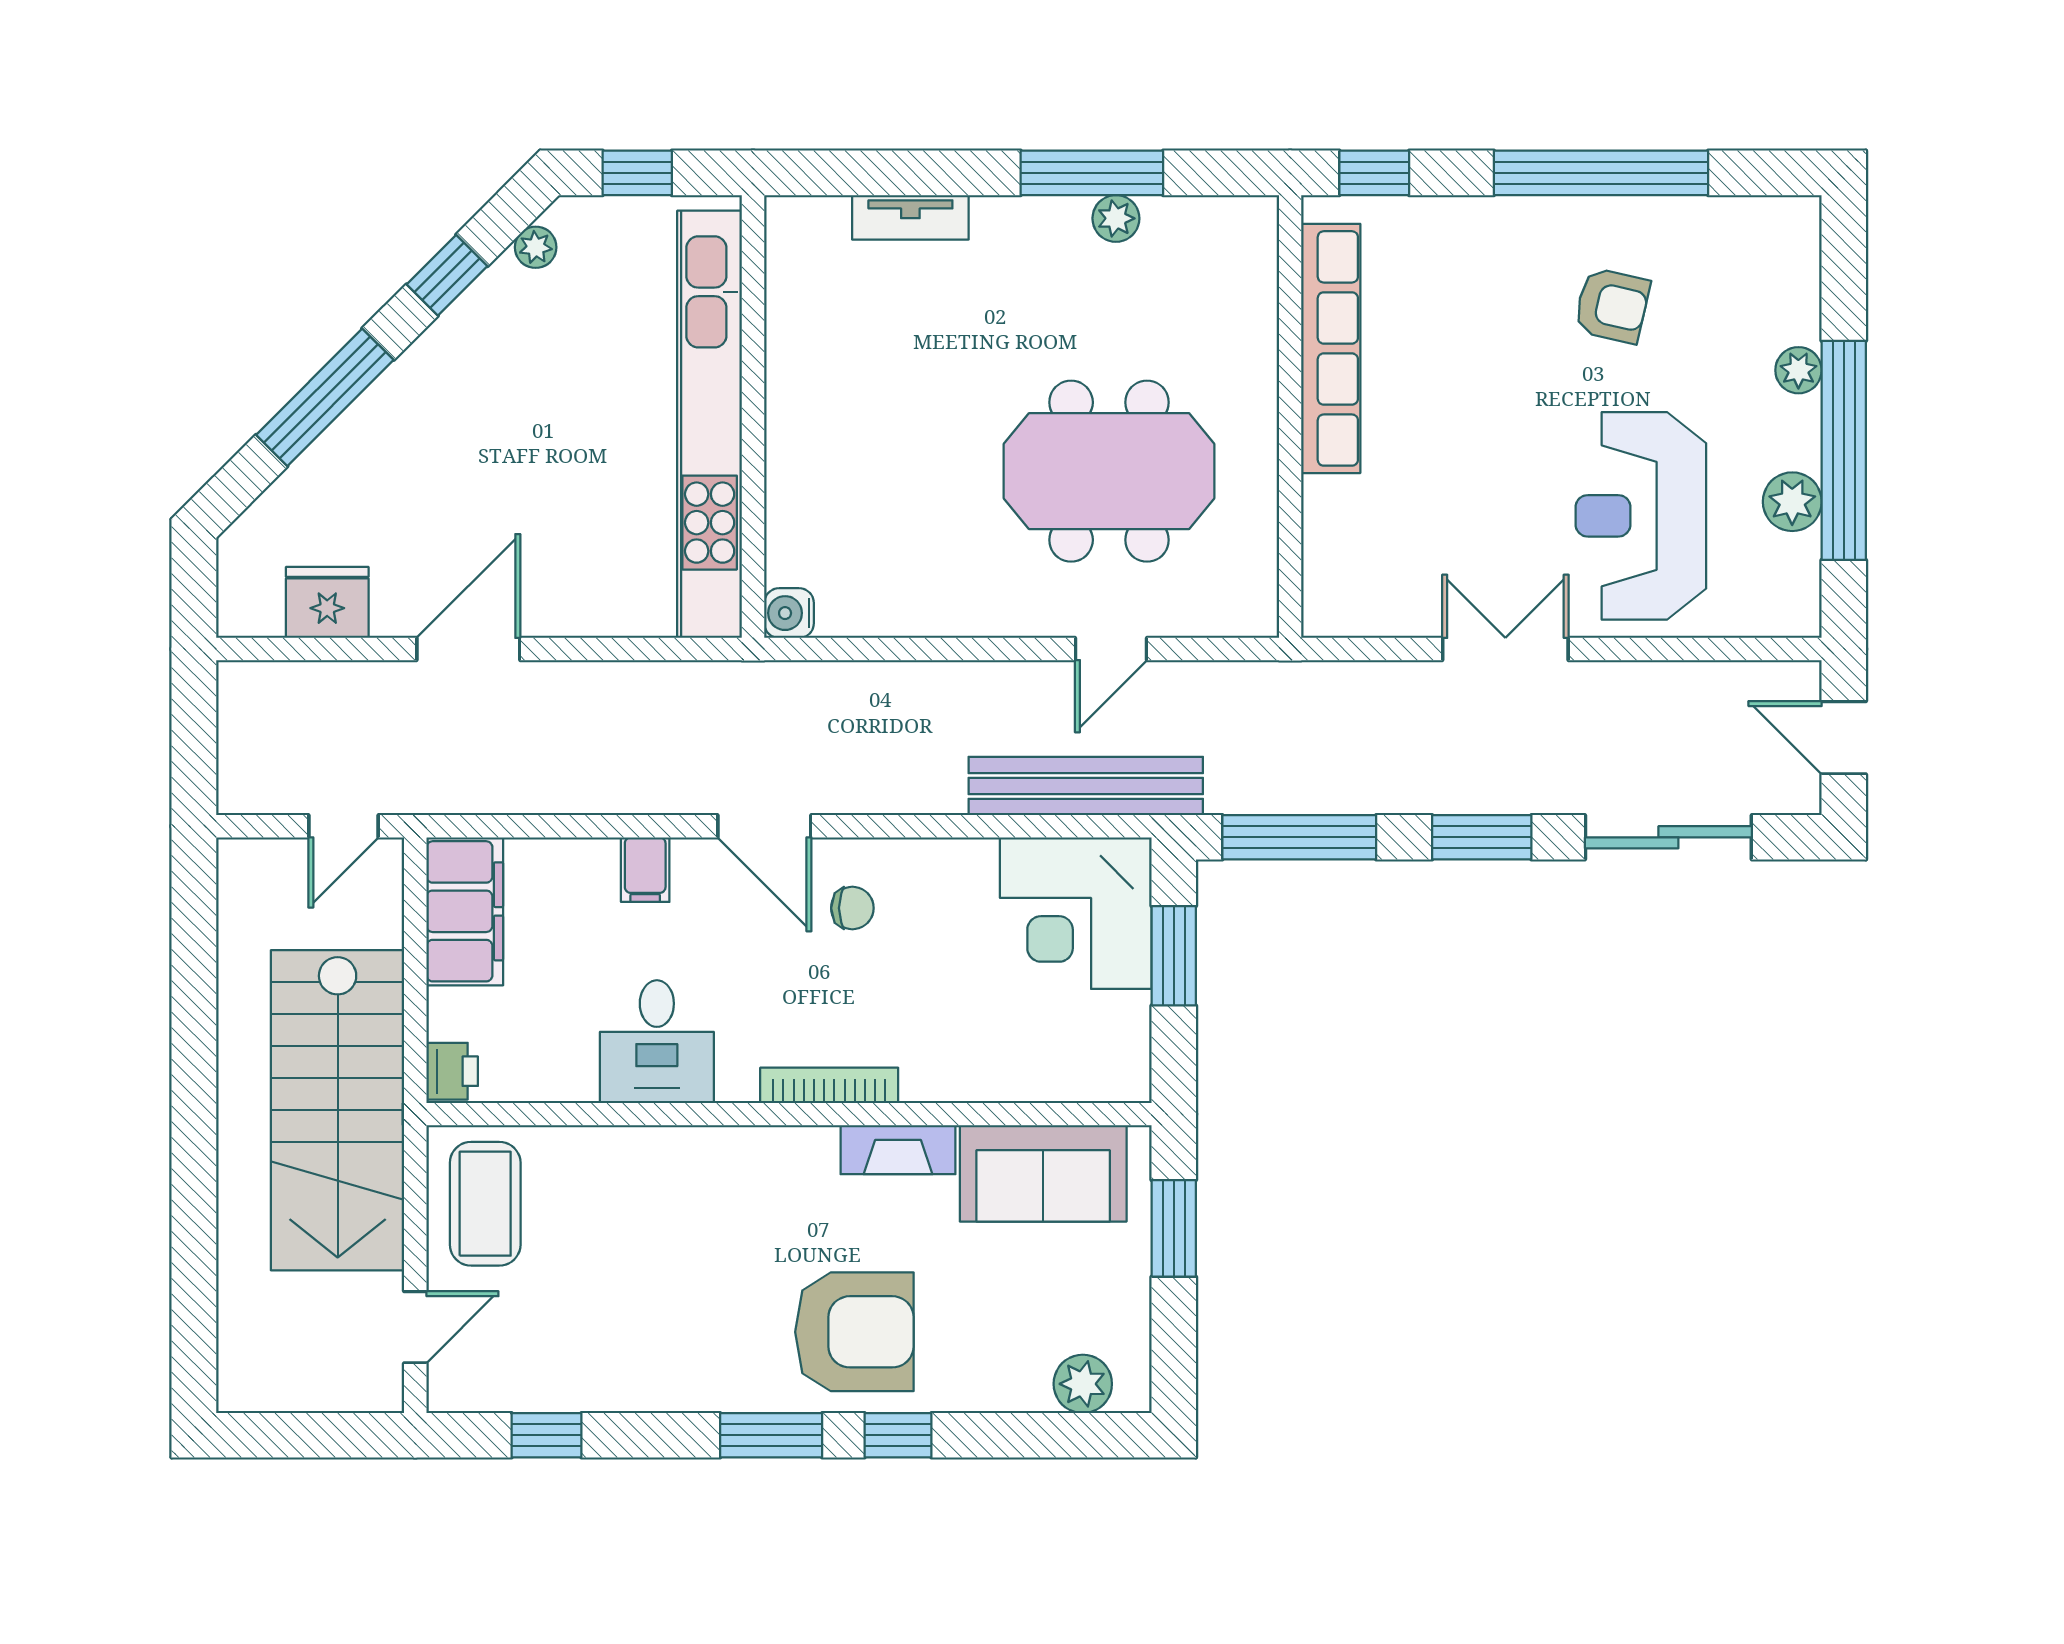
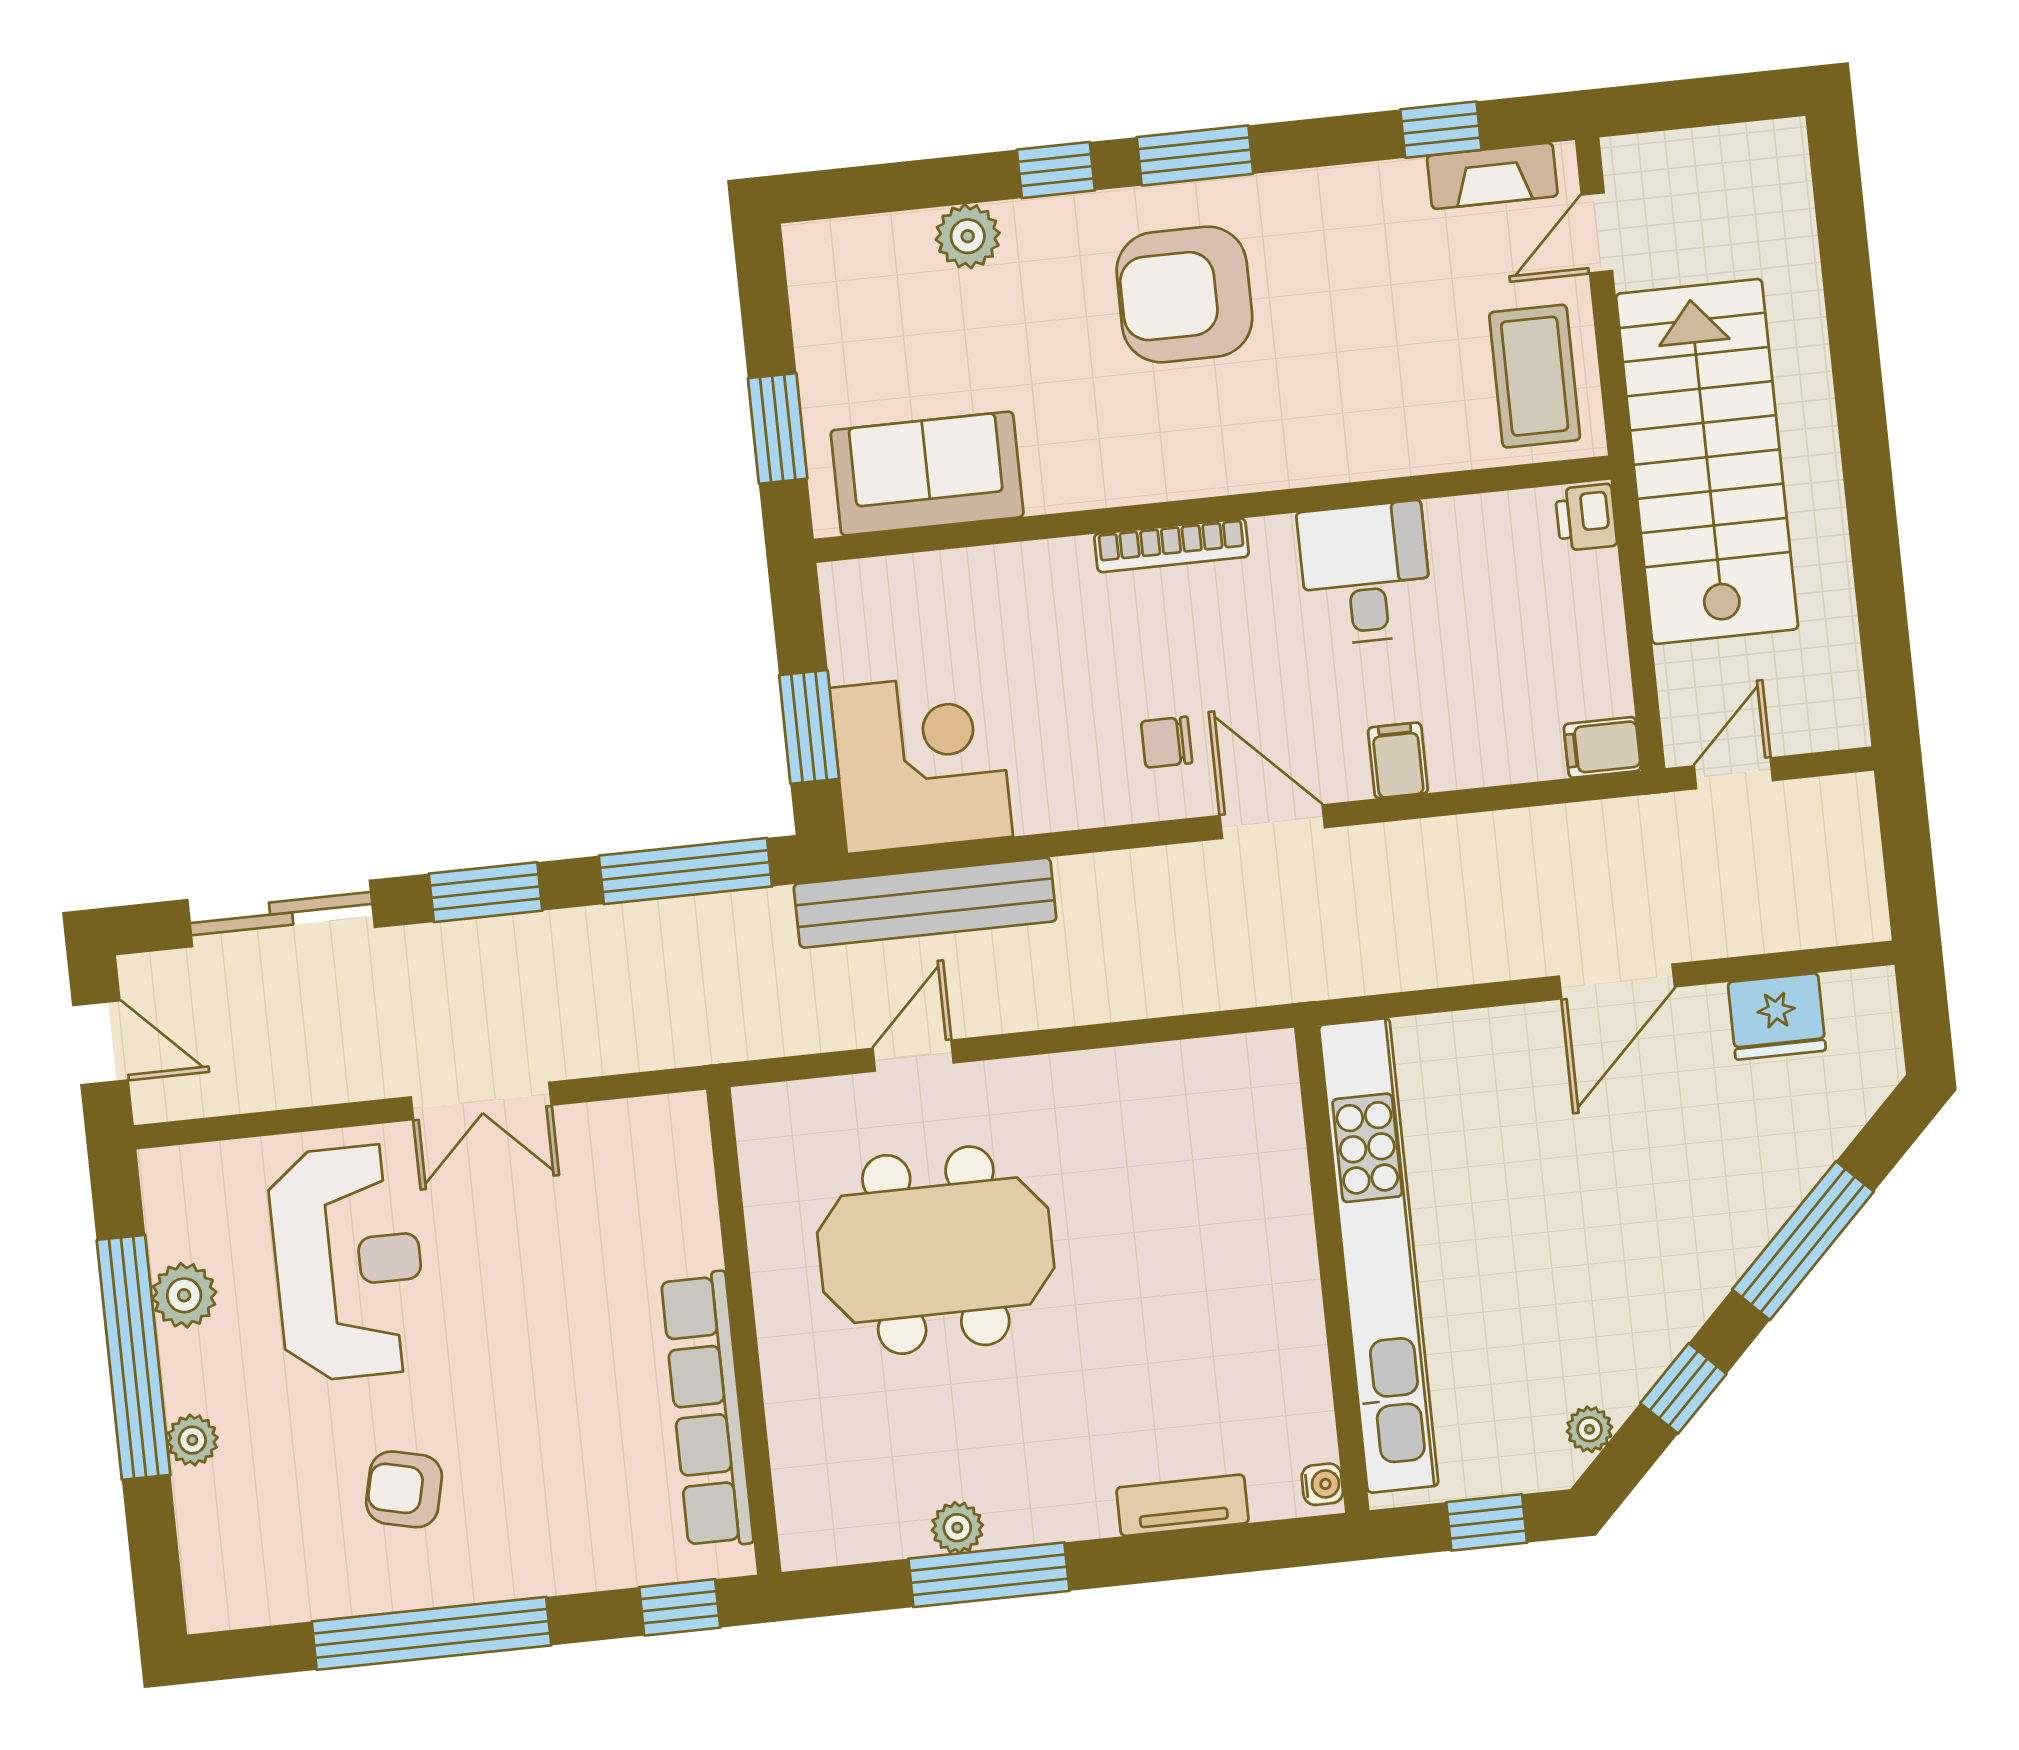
water cooler: (789, 613) -> (1322, 1484), moved, width x0.72, depth x0.72
filing cabinet: (465, 911) -> (1602, 747), width x0.33, depth x0.86
fireplace: (898, 1150) -> (1492, 176), moved, turned 180
armchair: (854, 1332) -> (1184, 294), moved
plant: (1083, 1384) -> (968, 236), moved

